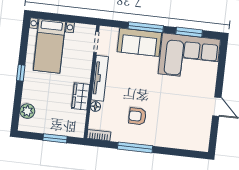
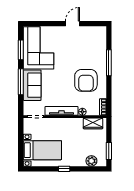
wardrobe: (81, 96) -> (93, 123), moved
armchair: (137, 116) -> (86, 80), width x1.88, depth x1.88
window: (55, 138) -> (109, 151), moved
window: (135, 147) -> (109, 63), moved

